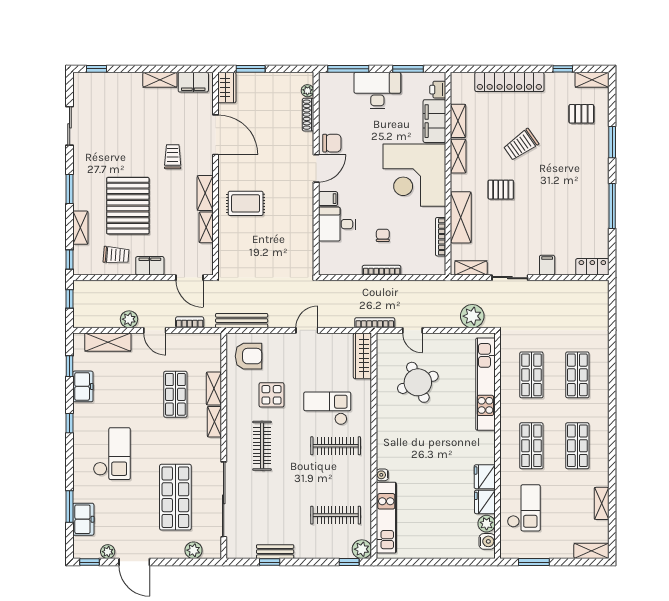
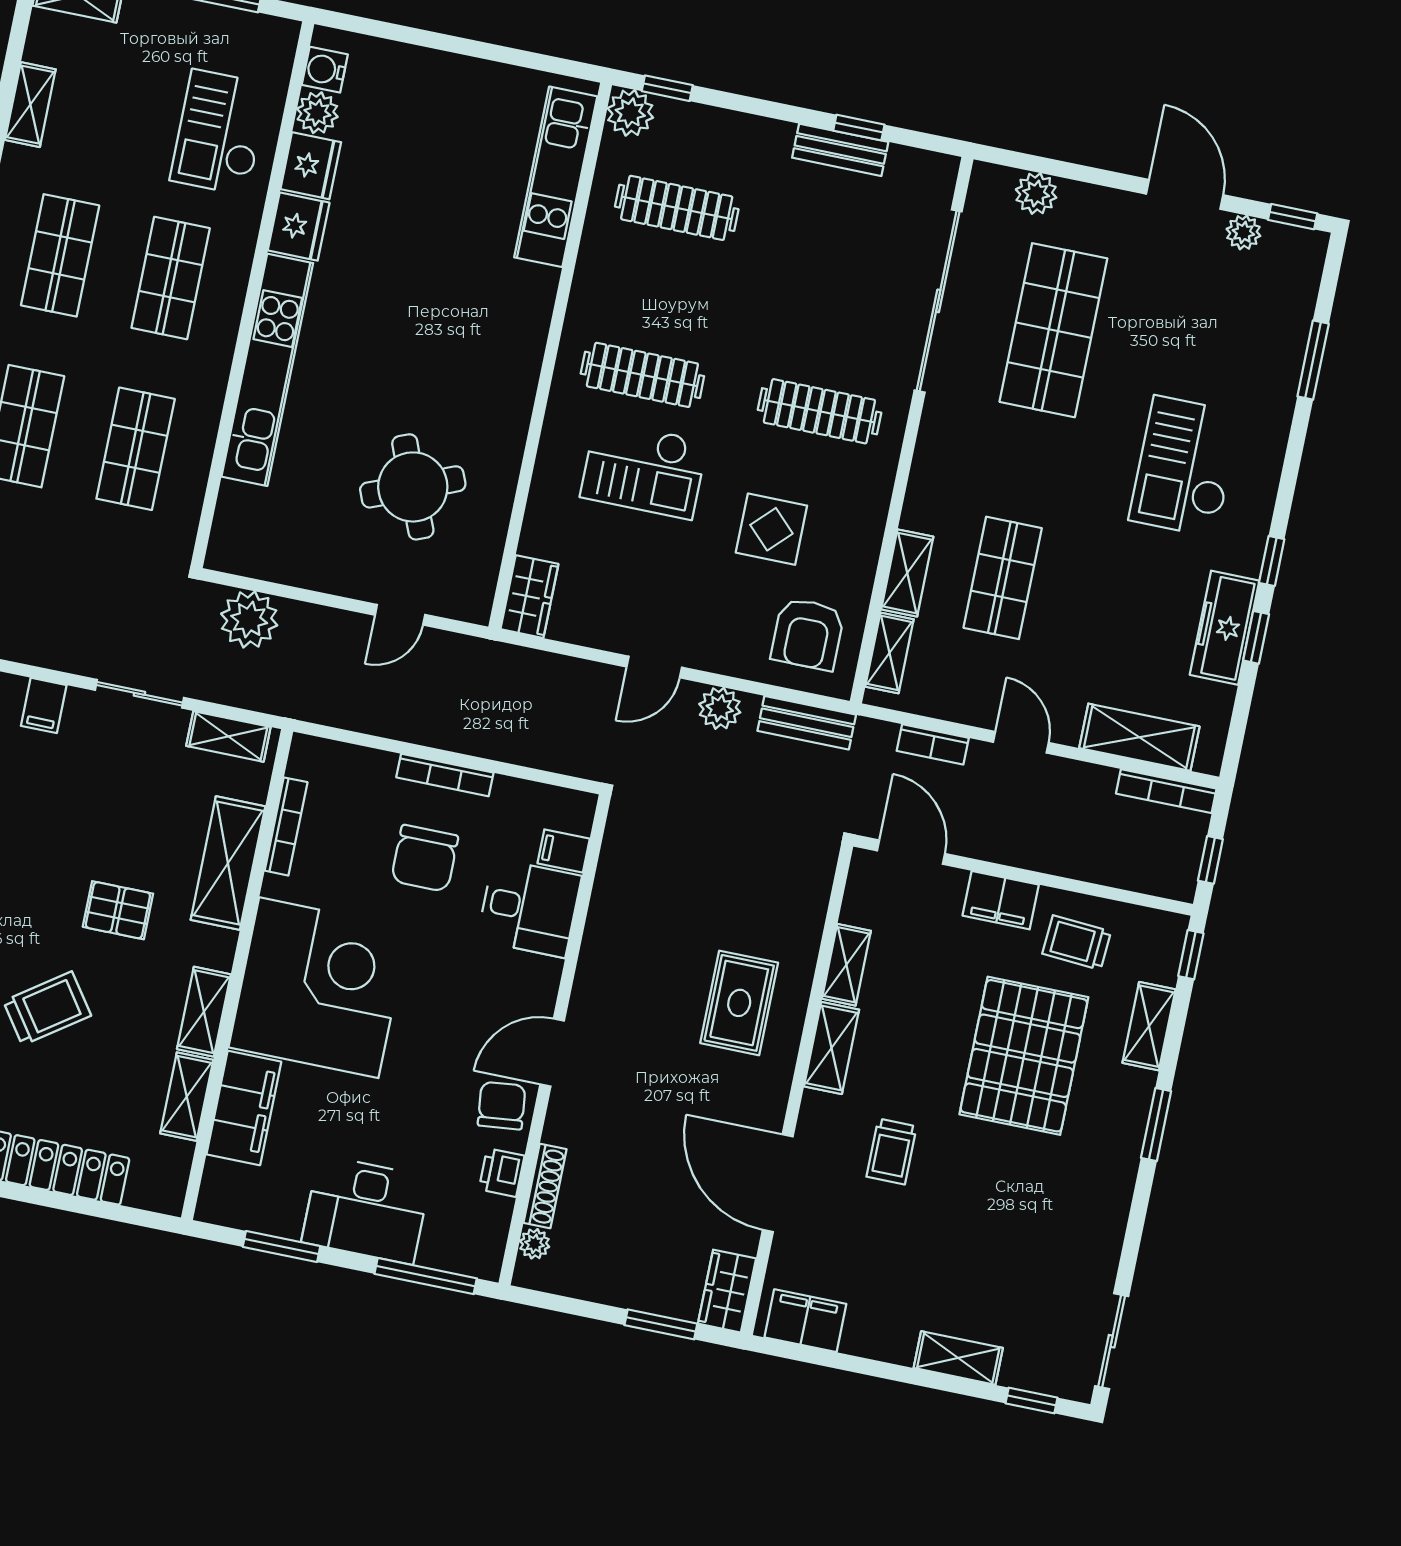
shelving: (160, 80) -> (958, 1358), moved
printer: (438, 90) -> (502, 1173), moved, turned 180
sliding door: (70, 126) -> (1112, 1341), moved
chair: (332, 143) -> (502, 1106), turned 84
filing cabinet: (328, 199) -> (564, 851), moved
rug: (246, 203) -> (739, 1003), turned 90
chair: (383, 235) -> (425, 858), width x1.87, depth x1.87
plant: (129, 319) -> (720, 708), moved
bench: (242, 321) -> (807, 723), width x0.73
bookcase: (375, 323) -> (1166, 791), moved
door: (412, 330) -> (400, 615), swing flipped
armchair: (248, 356) -> (808, 634), turned -90
wardrobe: (362, 356) -> (529, 597), width x0.67
window: (70, 366) -> (1256, 637), moved
kitchen unit: (485, 384) -> (267, 370), moved
freezer: (83, 386) -> (1225, 628), width x1.40
shelving: (214, 422) -> (889, 653), moved
clothes rail: (262, 446) -> (819, 411), turned 90
water cooler: (382, 475) -> (544, 282), removed
freezer: (83, 519) -> (1286, 323), removed

